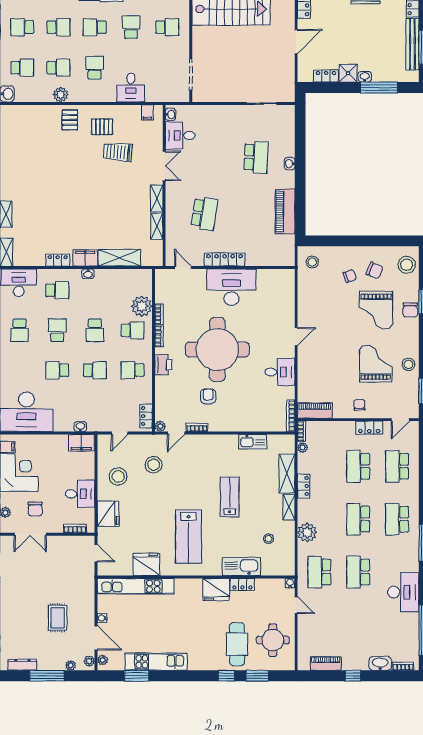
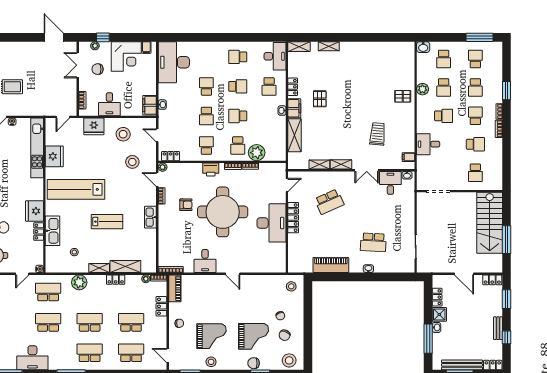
pallet: (102, 127) -> (320, 99), moved
school desk: (204, 214) -> (329, 202), turned -33
grand piano: (376, 310) -> (254, 336), turned 180
locker: (369, 428) -> (161, 306), moved
kitchen sink: (253, 442) -> (150, 217), moved
lab bench: (189, 537) -> (76, 189), width x1.36

